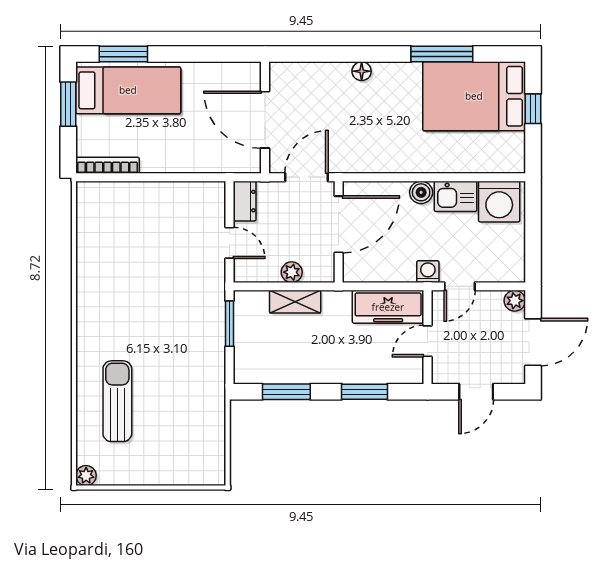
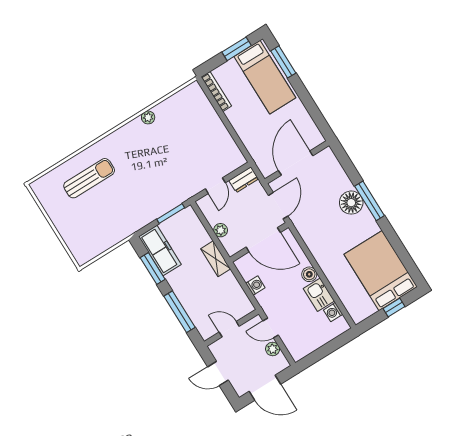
window: (442, 54) -> (370, 201), moved
floor lamp: (362, 71) -> (351, 203), width x1.89, depth x1.89
door: (306, 177) -> (278, 206), hinge flipped
washing machine: (499, 202) -> (333, 312), width x0.53, depth x0.53
washing machine: (428, 272) -> (255, 285), moved
plant: (515, 301) -> (273, 349), moved
shelving: (295, 302) -> (216, 259), moved
freezer: (388, 307) -> (160, 251), moved, turned 180
window: (365, 392) -> (179, 312), width x1.44
plant: (86, 476) -> (148, 117), moved

